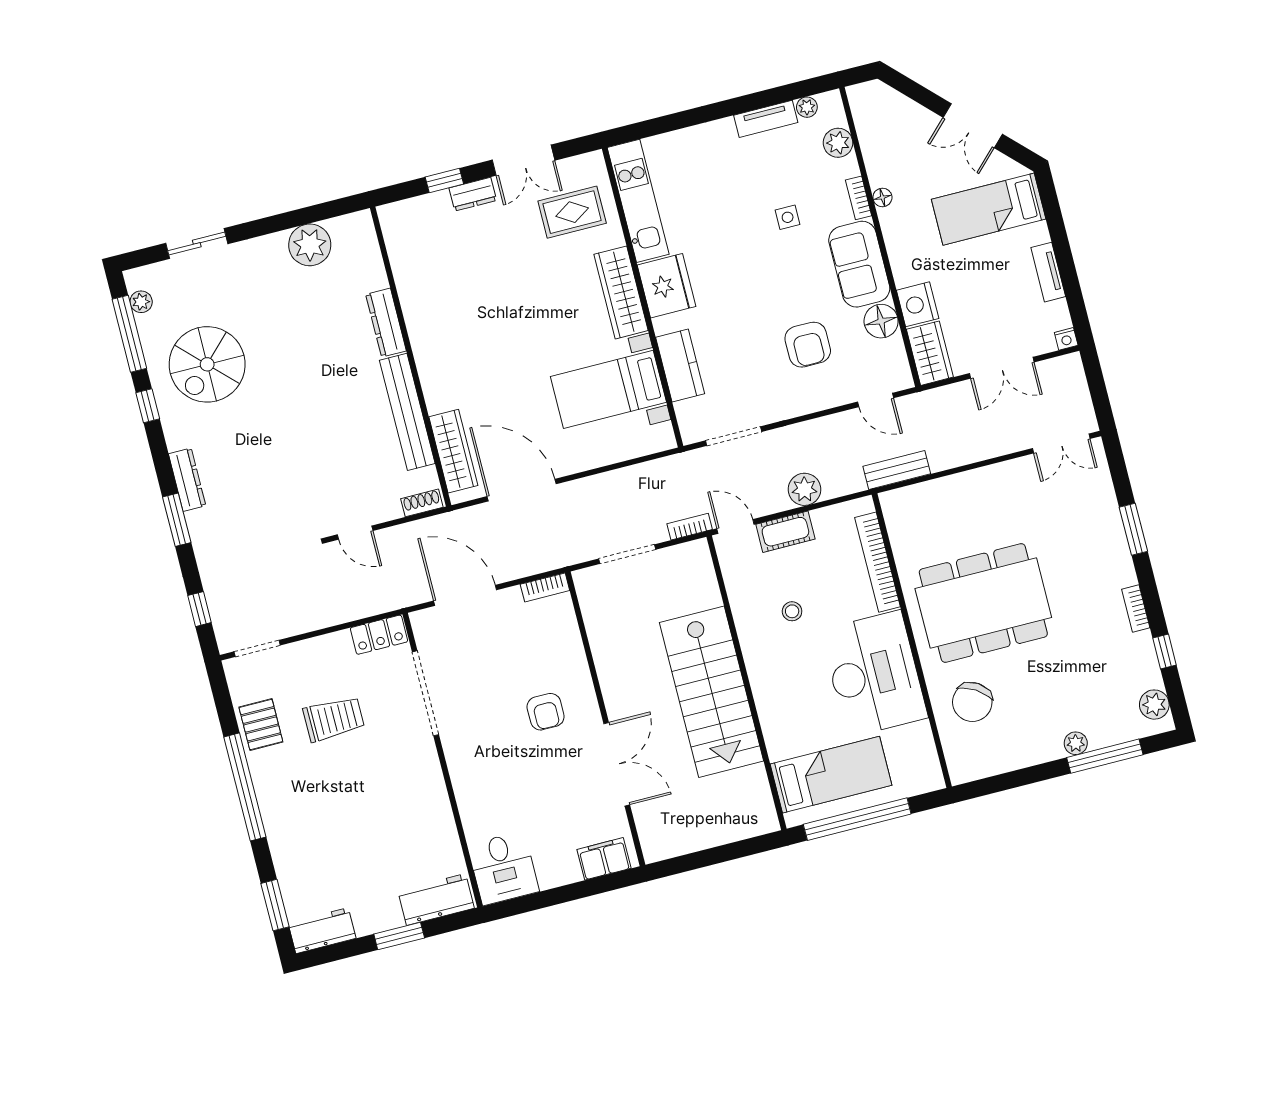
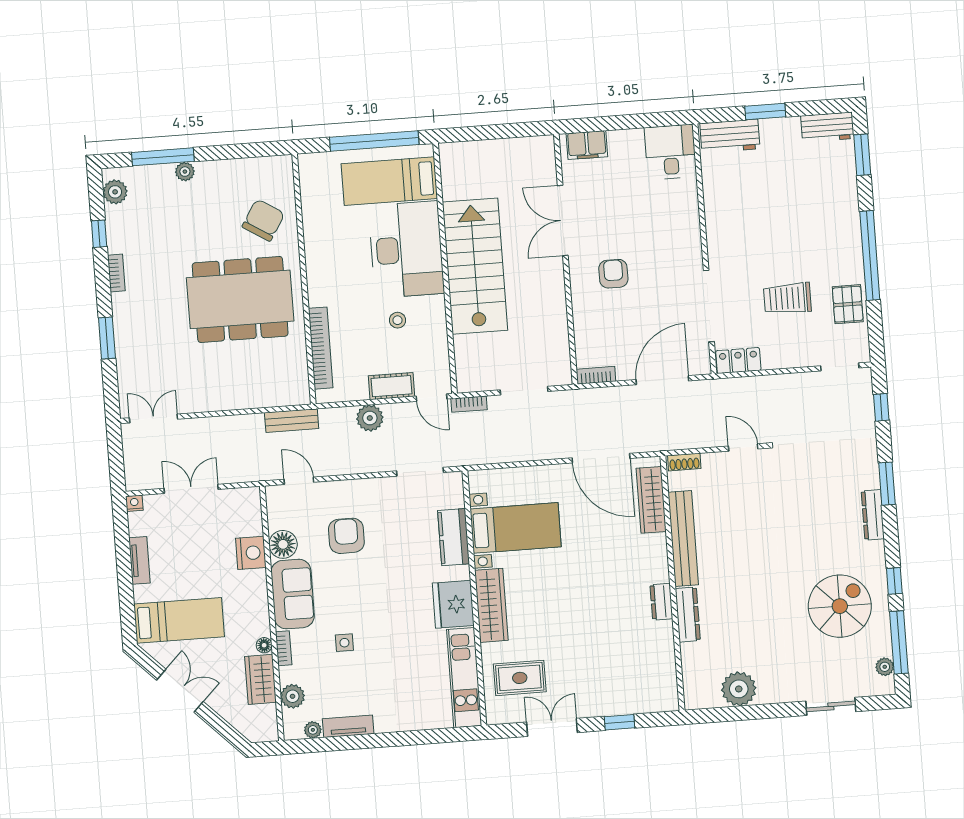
dresser: (473, 194) -> (661, 602), moved, turned -90
wardrobe: (930, 353) -> (260, 679), moved
door: (465, 595) -> (662, 380), swing flipped
desk: (874, 674) -> (406, 250), moved, turned 180

